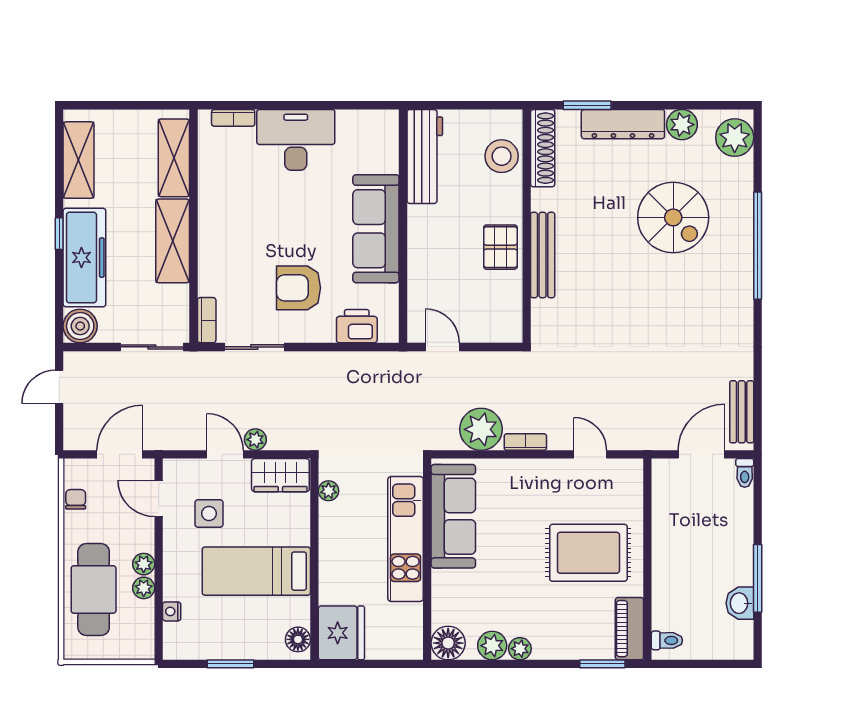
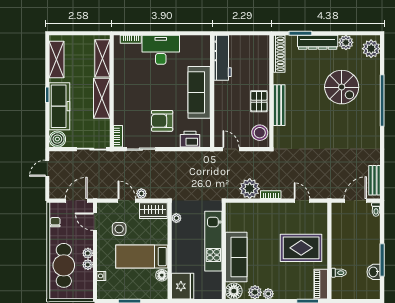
stool: (502, 156) -> (260, 133), moved
sofa: (453, 516) -> (236, 257), moved
floor lamp: (298, 639) -> (162, 275), moved
toilet: (667, 640) -> (339, 273), moved

